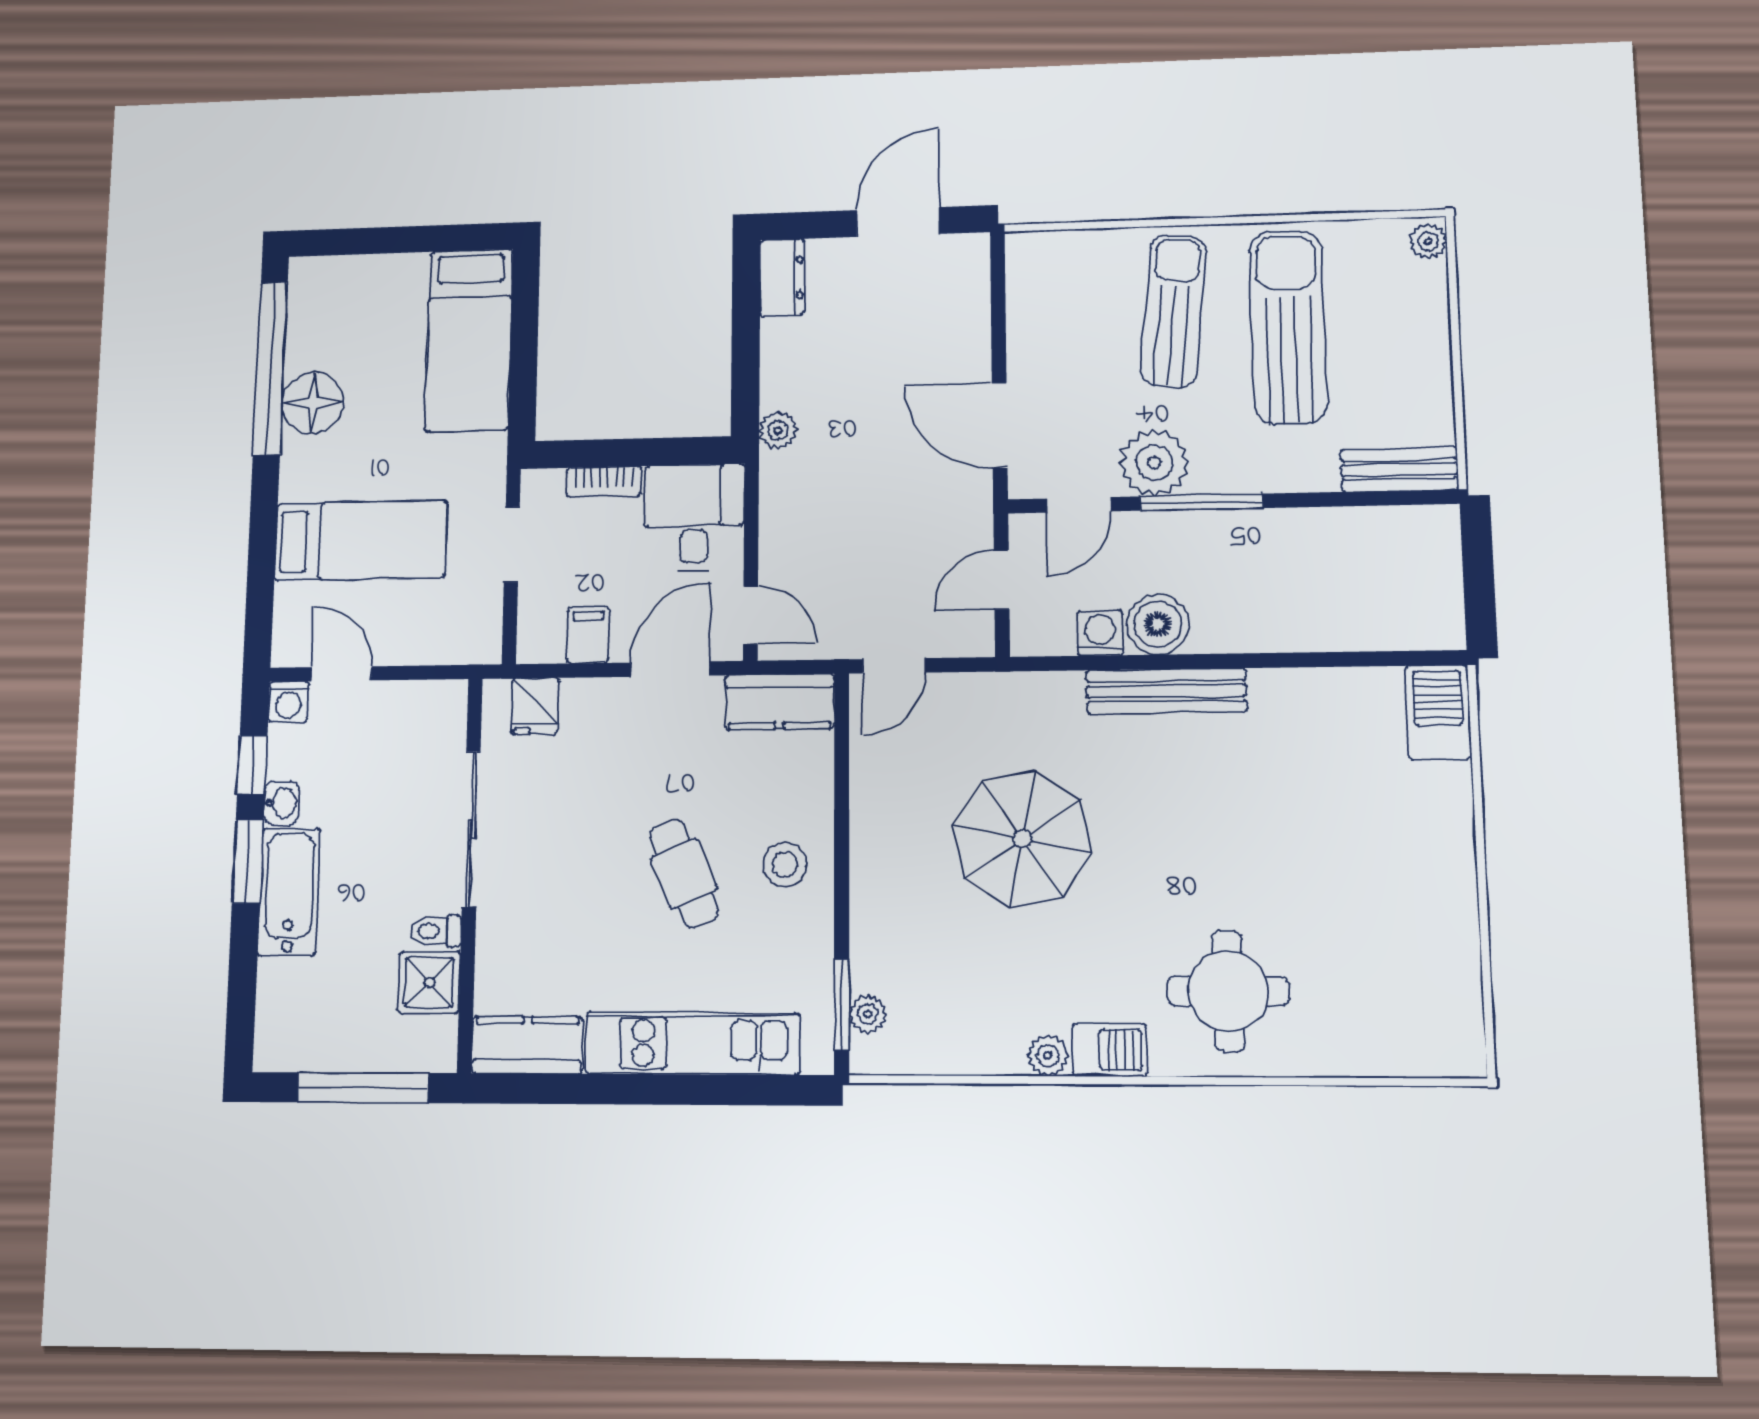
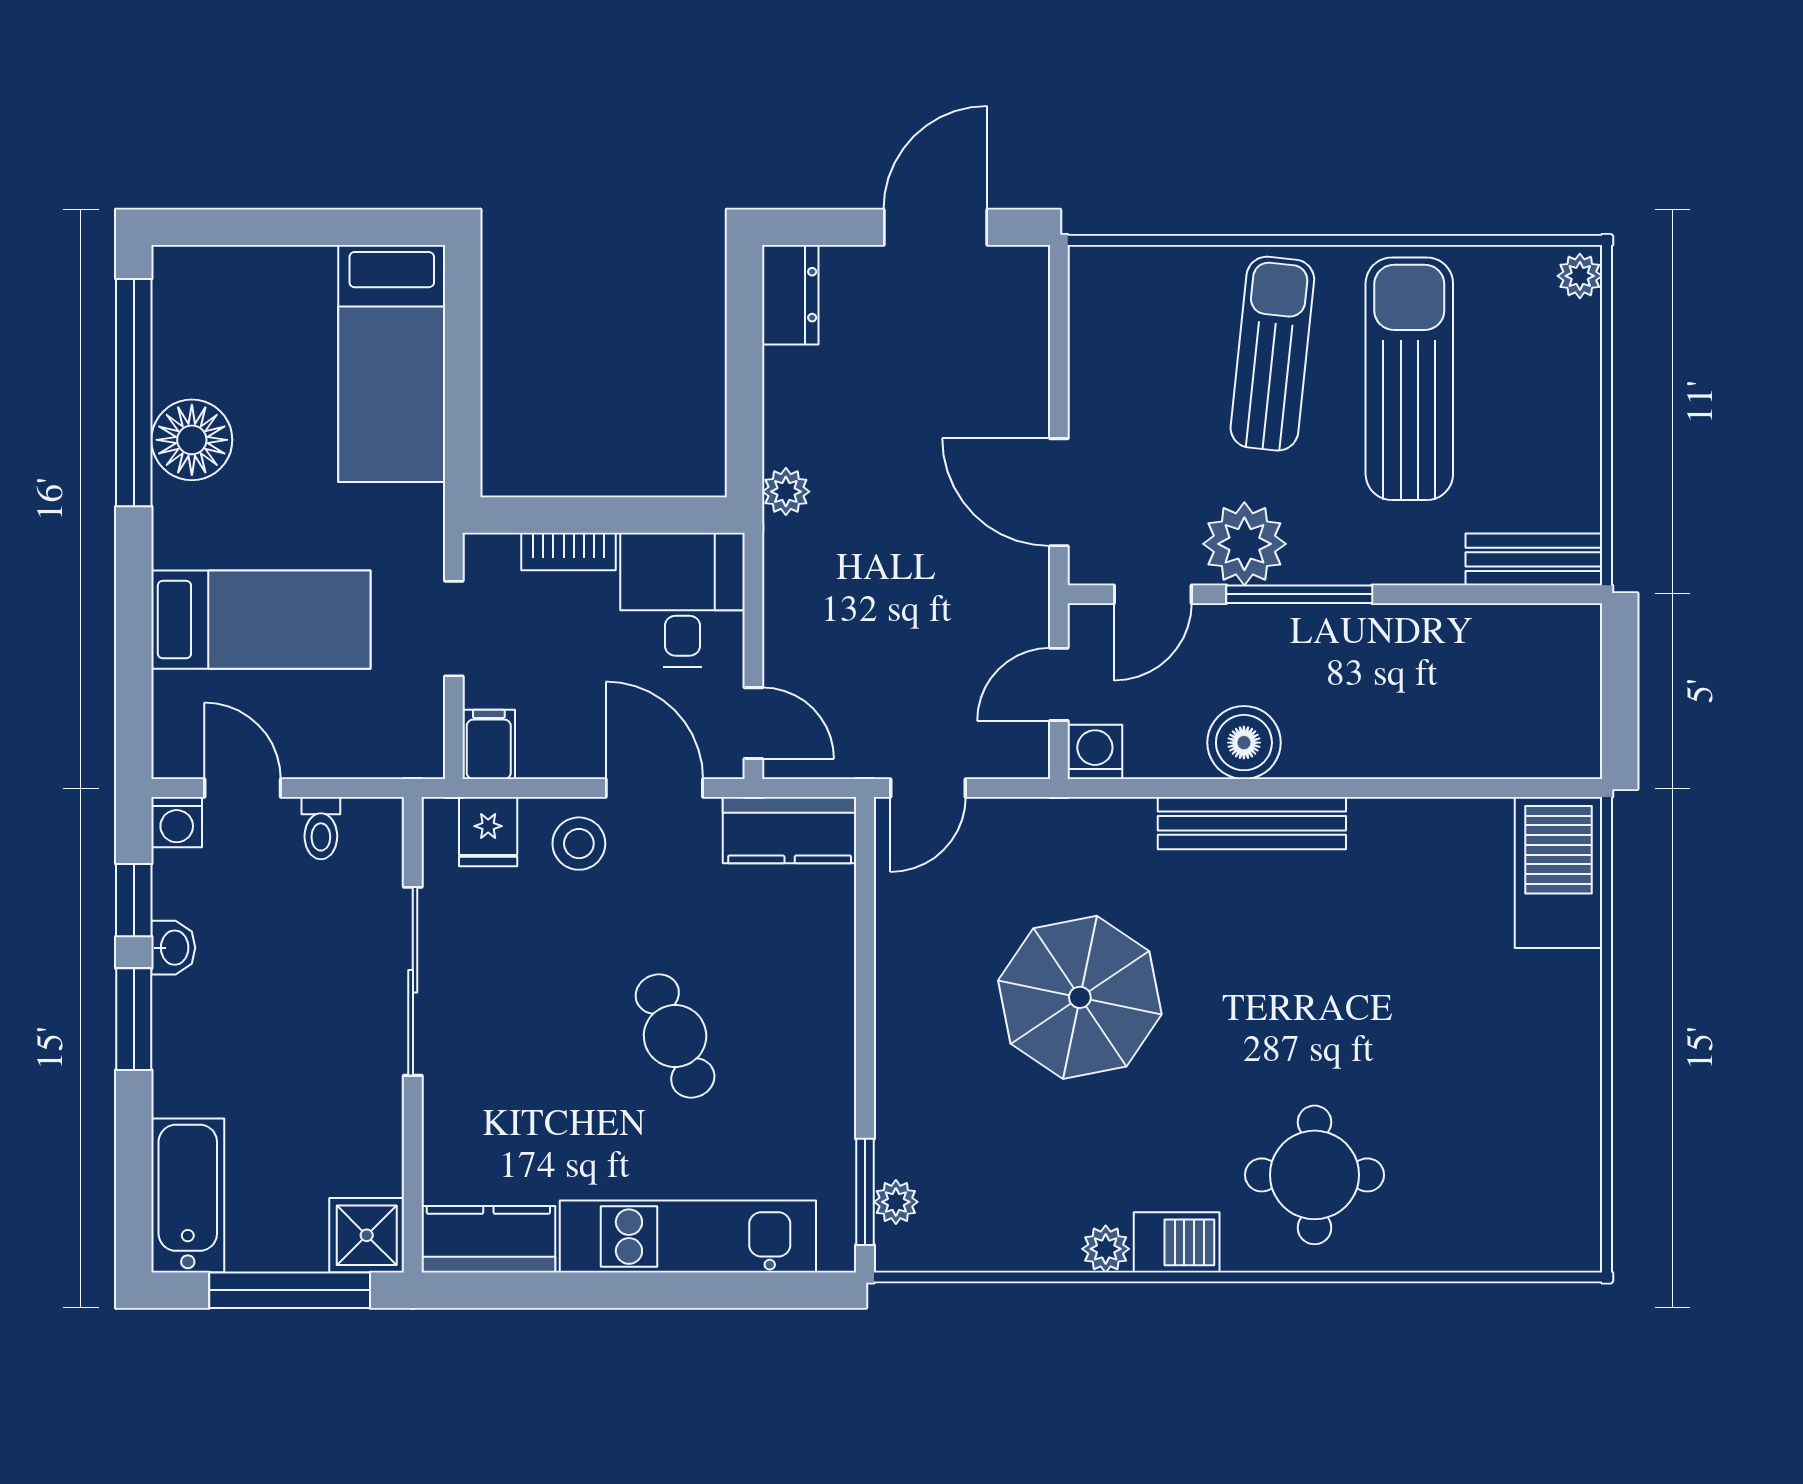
washing machine: (1100, 633) -> (1095, 752), moved
filing cabinet: (588, 635) -> (489, 744), moved
door: (670, 669) -> (654, 788), hinge flipped
barbecue: (1438, 712) -> (1558, 873), width x1.37, depth x1.21
stool: (785, 864) -> (579, 844), moved
bathtub: (289, 892) -> (188, 1195), moved
toilet: (436, 931) -> (321, 828), moved, turned -90
shower: (429, 982) -> (367, 1235), moved

